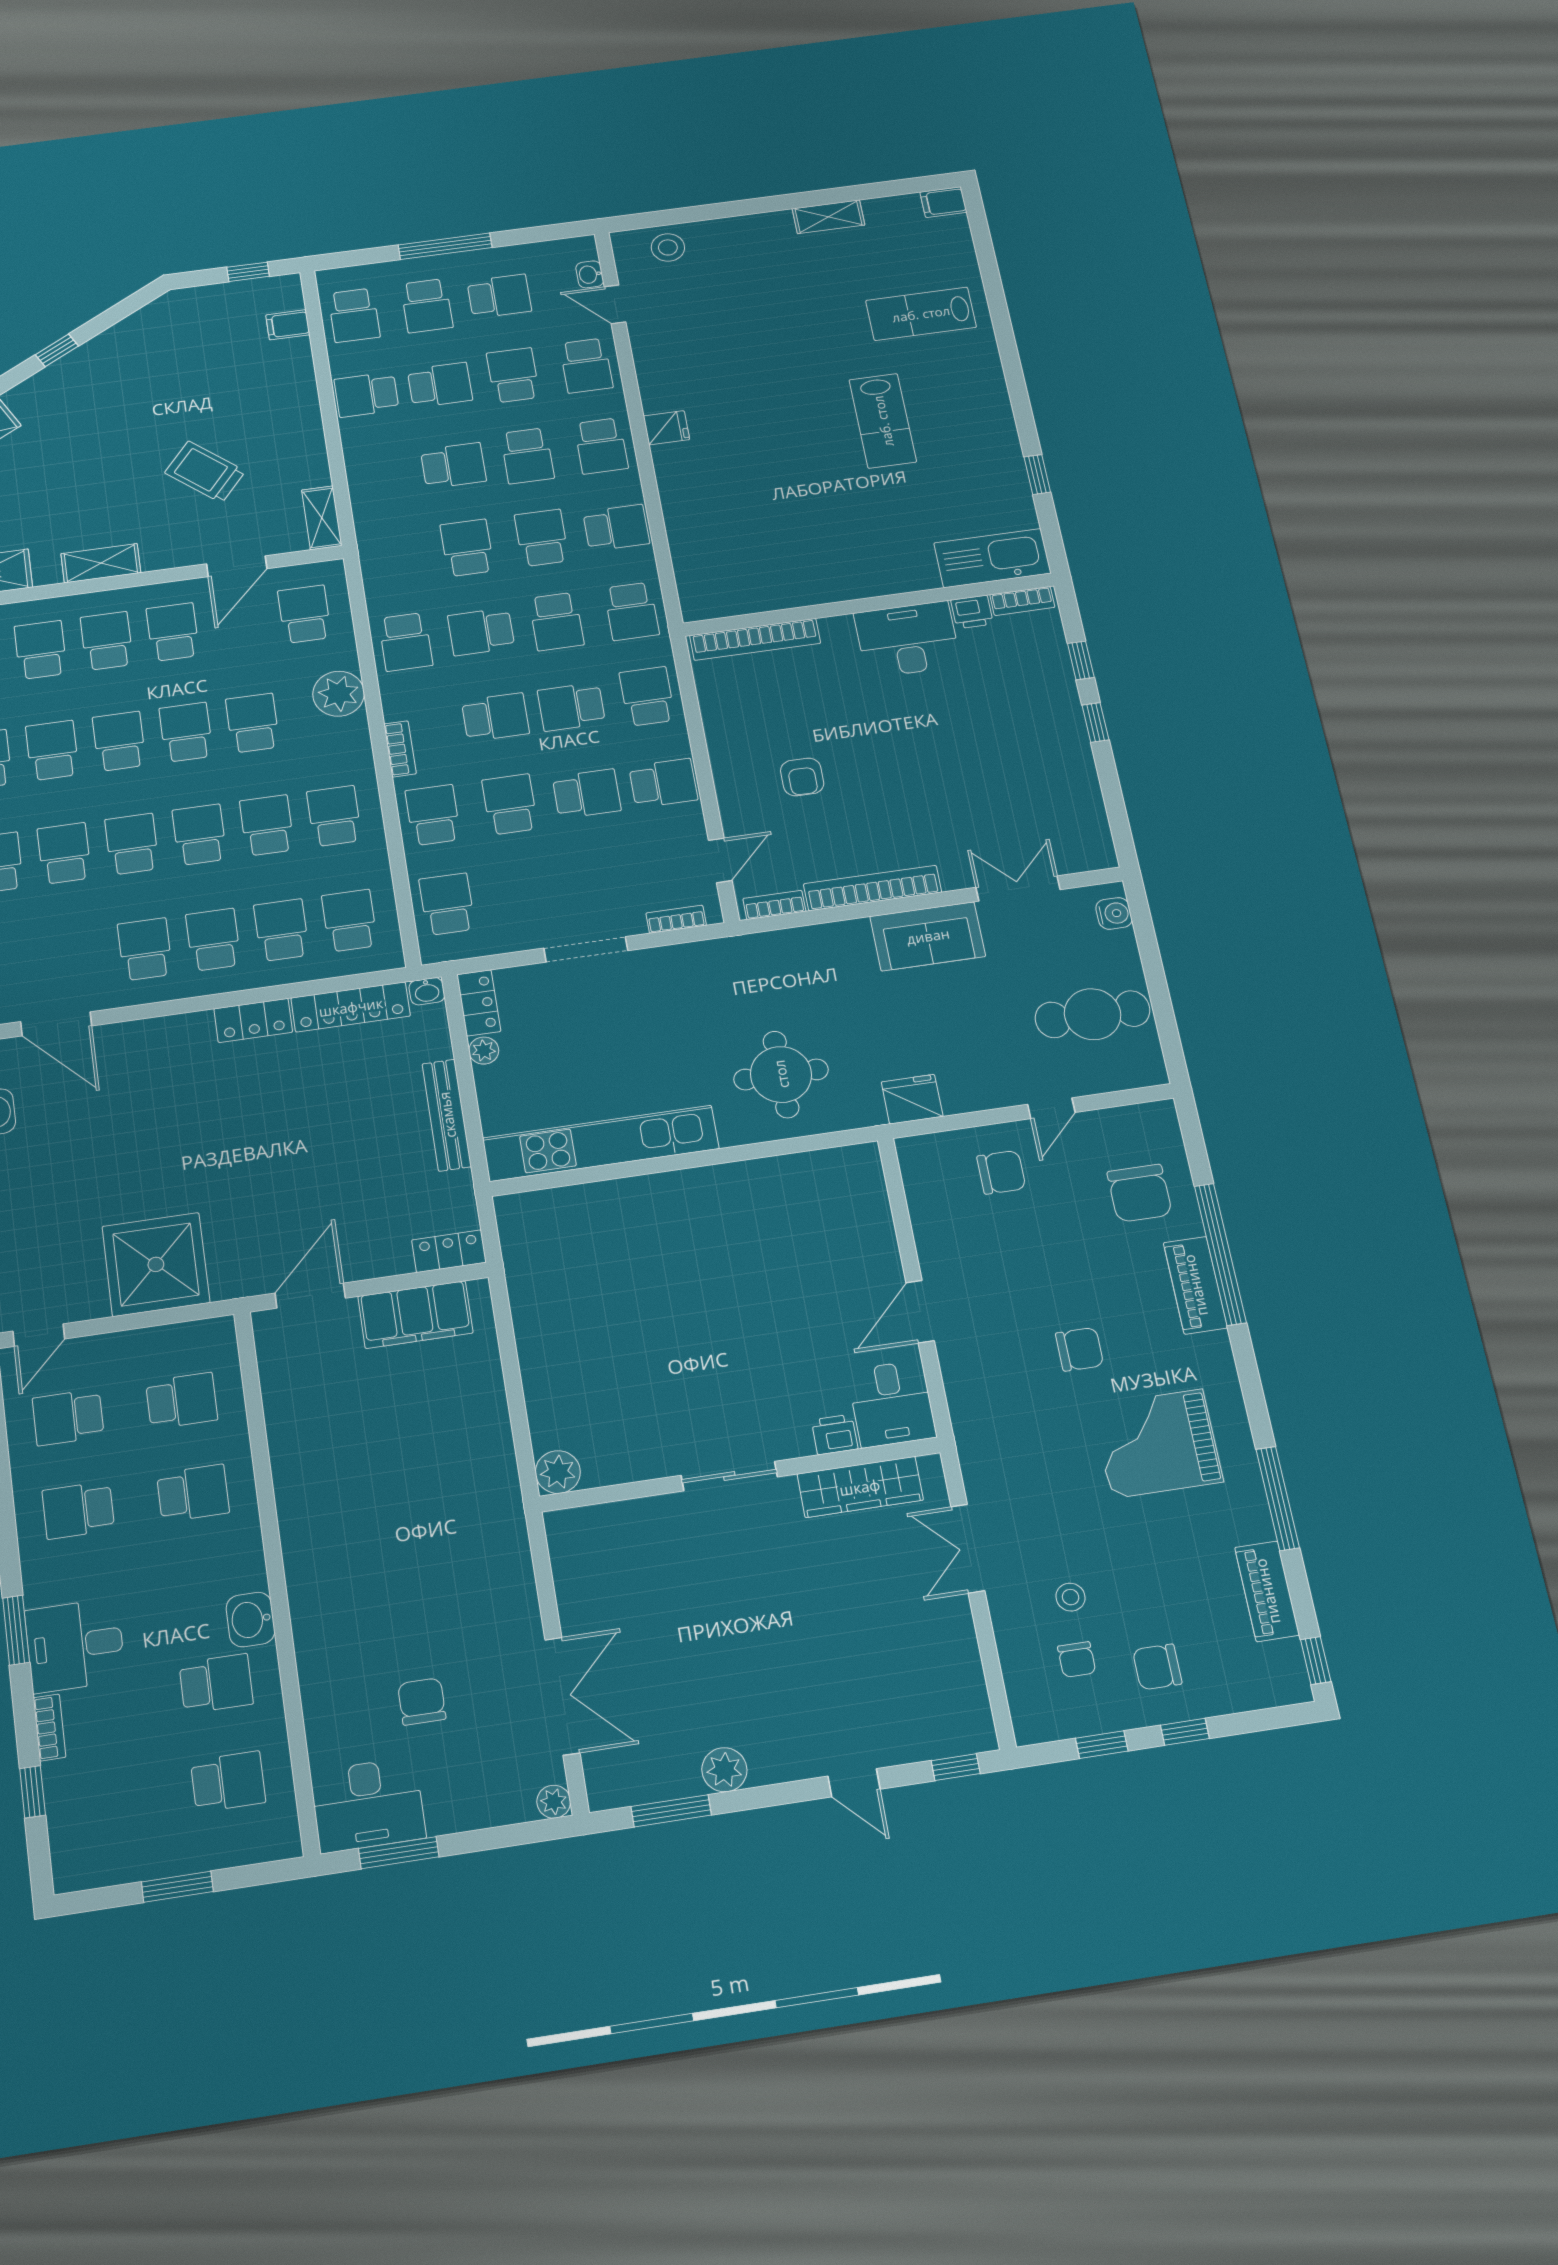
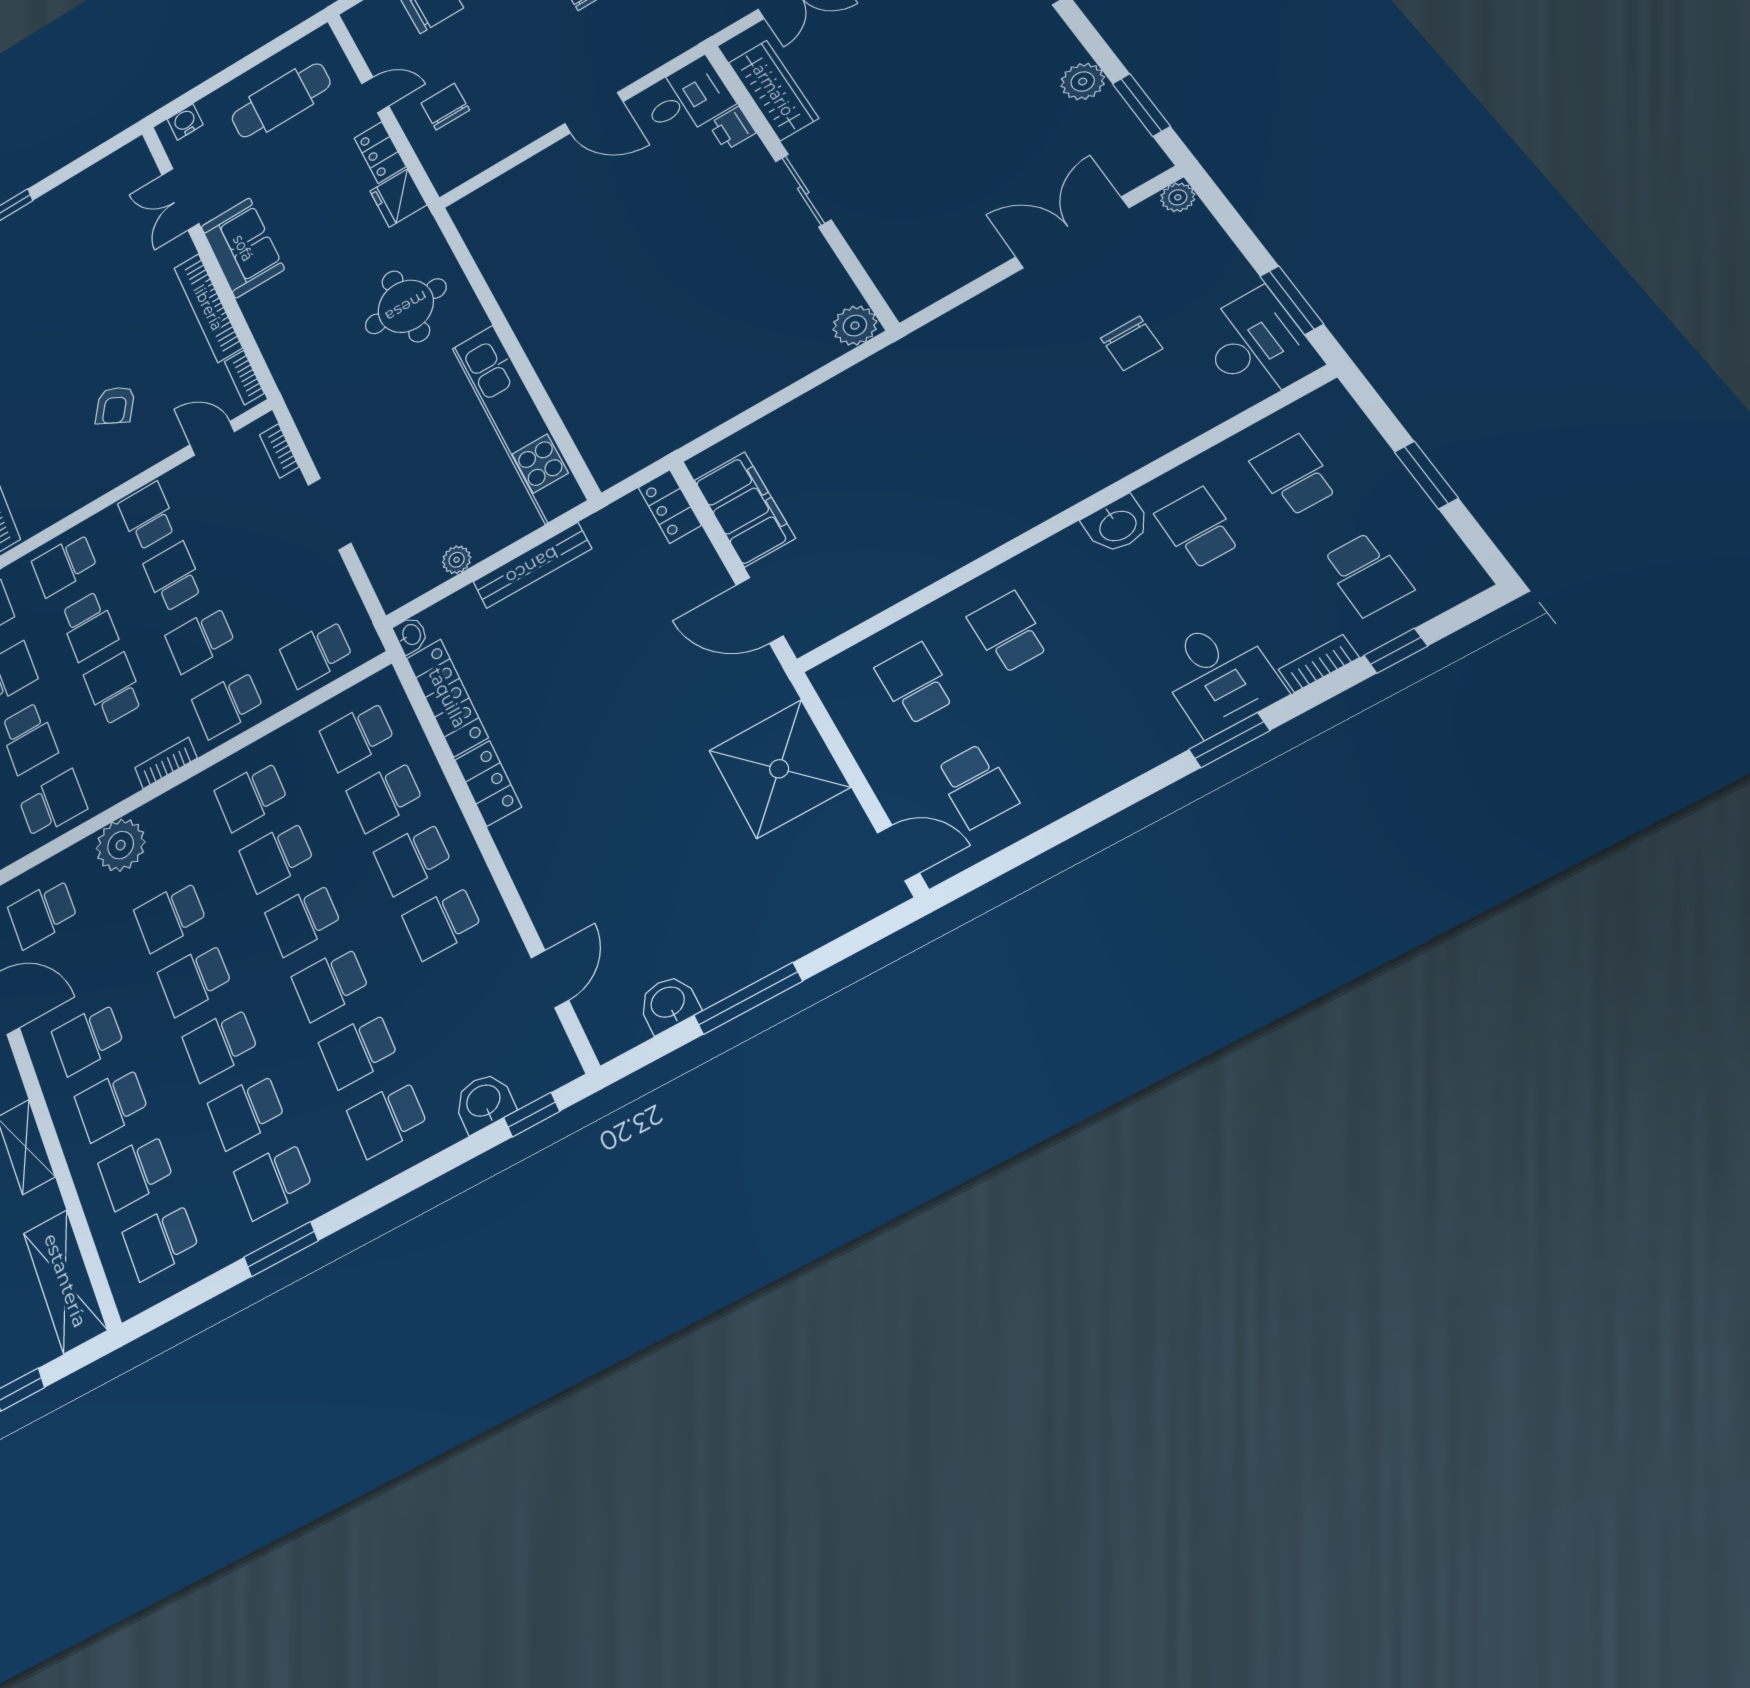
armchair: (802, 777) -> (115, 405), turned 120
locker: (479, 1003) -> (380, 152), moved, turned -90
cafe table: (1093, 1014) -> (281, 100), turned 90
door: (56, 1024) -> (550, 979), width x0.73
school desk: (78, 1510) -> (1367, 574), moved
chair: (422, 1702) -> (1132, 343), turned -90

